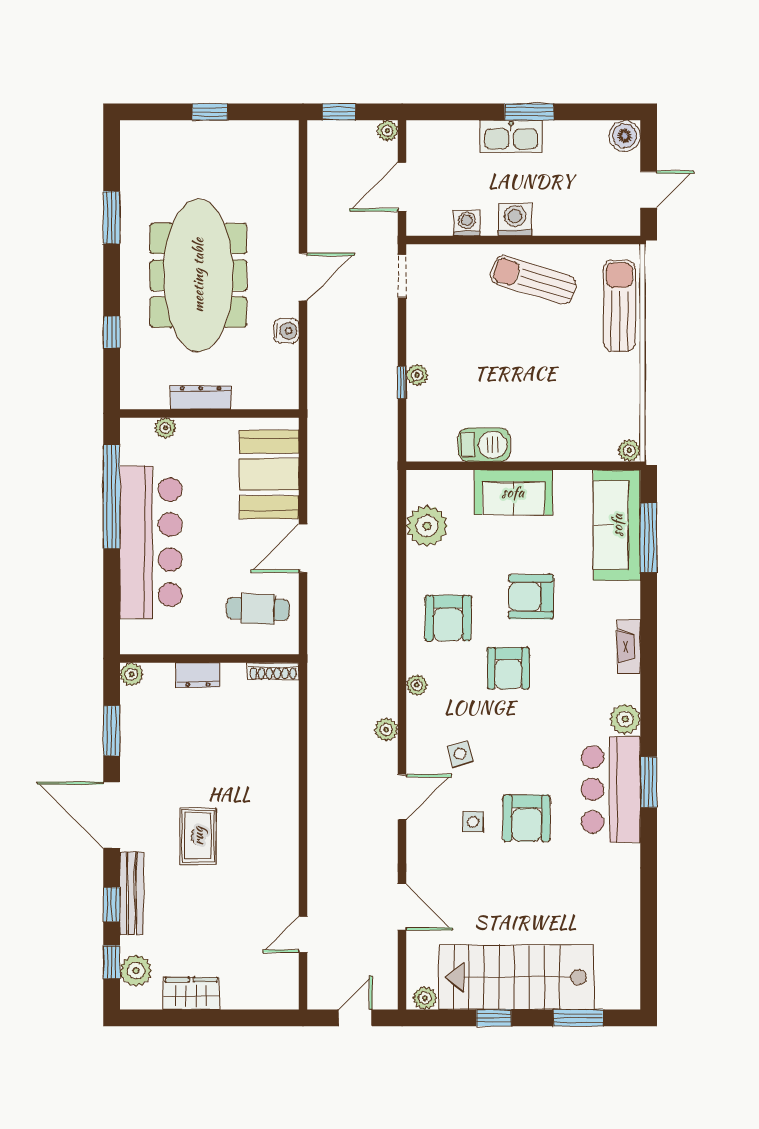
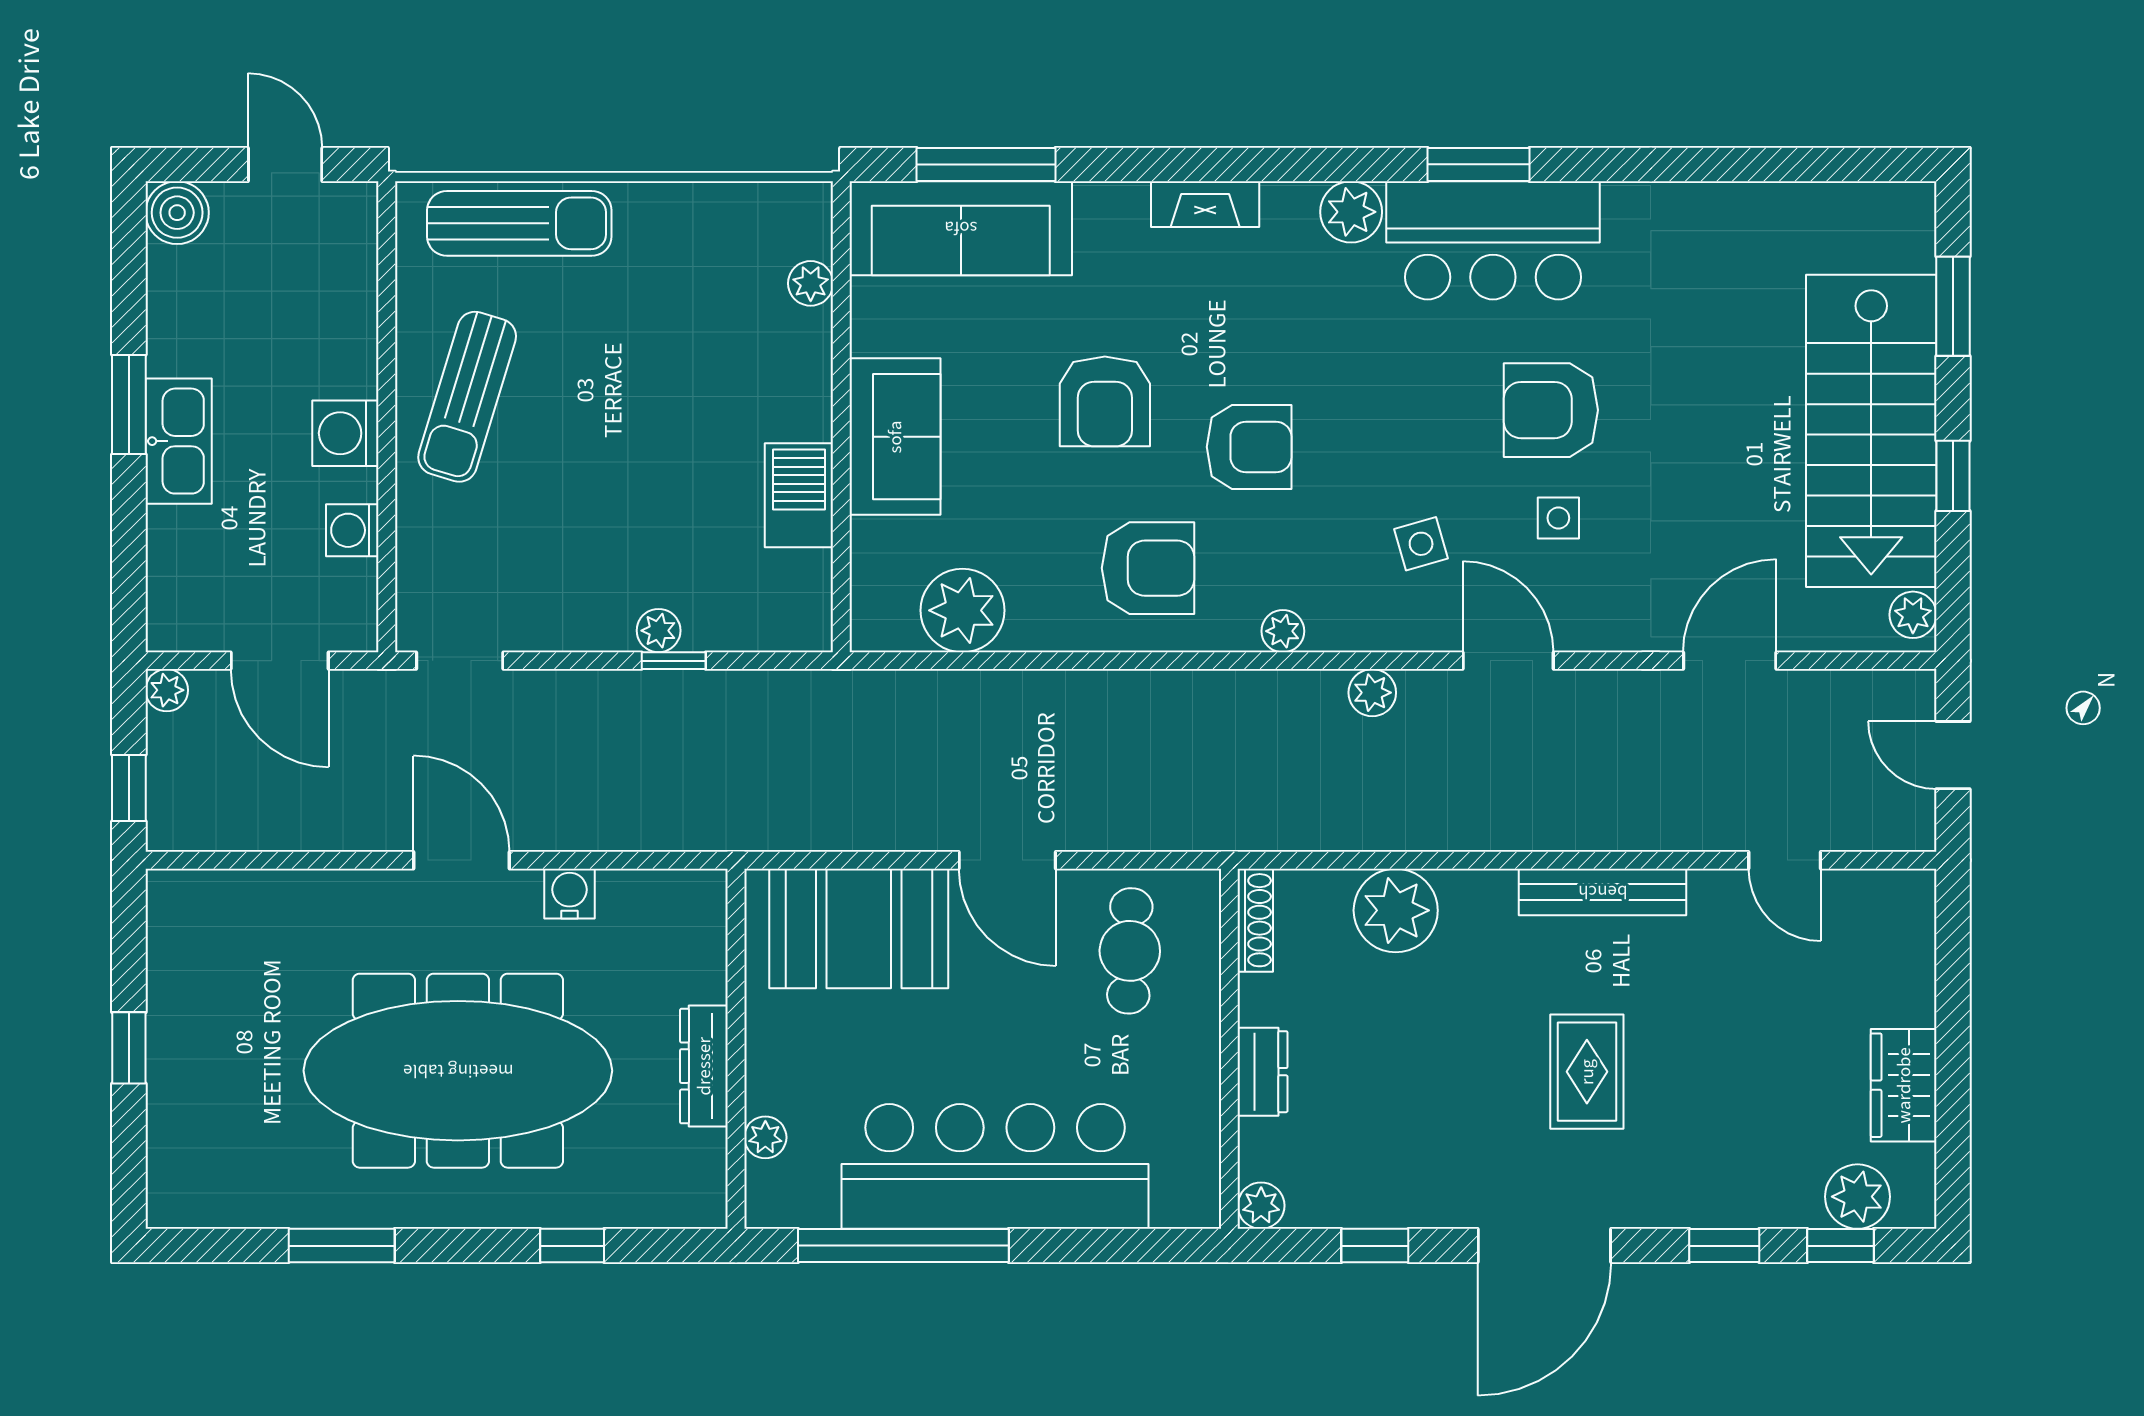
sun lounger: (619, 306) -> (519, 223), turned 180
plant: (629, 450) -> (811, 283), moved
window: (112, 731) -> (1375, 1246), width x0.67
plant: (278, 741) -> (1396, 910), added
armchair: (527, 818) -> (1551, 410), turned 180
rug: (198, 836) -> (1587, 1072), turned 90
bench: (131, 893) -> (1603, 892), moved

